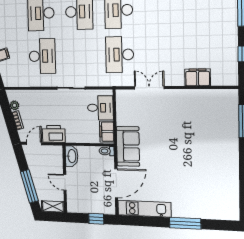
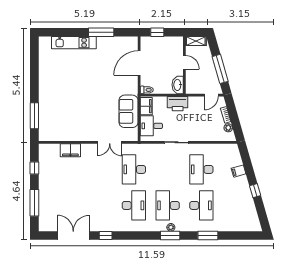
desk: (120, 55) -> (134, 169), turned 180
printer: (54, 134) -> (178, 104), moved
sofa: (128, 146) -> (128, 111), moved
window: (29, 186) -> (220, 69), moved
kitchen unit: (144, 209) -> (74, 43), moved
window: (185, 223) -> (101, 32), moved

